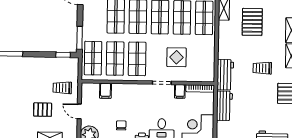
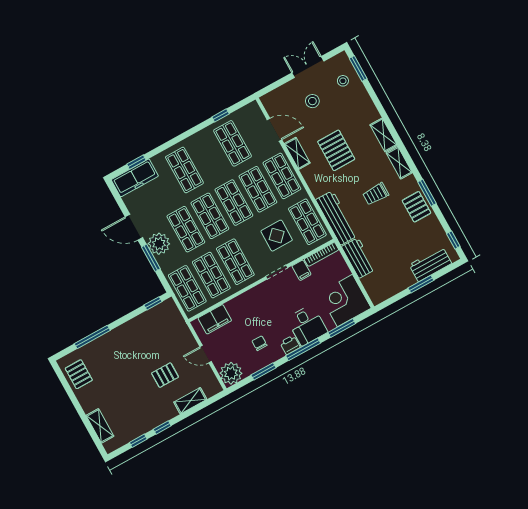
plant: (91, 16) -> (159, 244), added
window: (80, 38) -> (151, 258), moved
shop shelf: (203, 60) -> (307, 222), added
workbench: (225, 75) -> (337, 218), width x1.38
trolley: (62, 88) -> (173, 339), removed
filing cabinet: (105, 91) -> (215, 319), width x2.00

